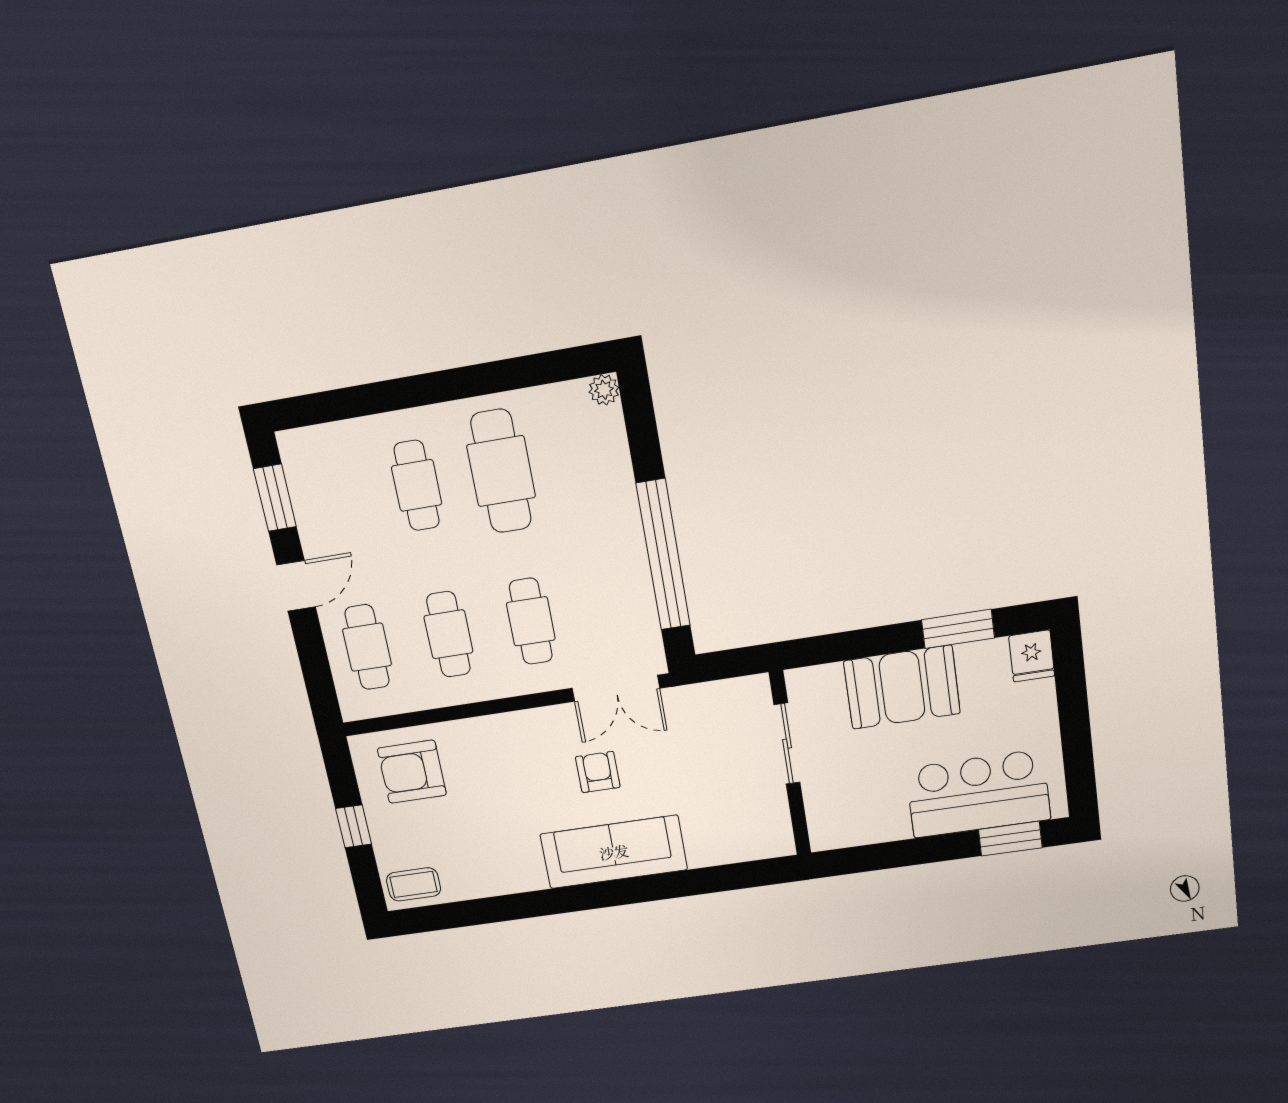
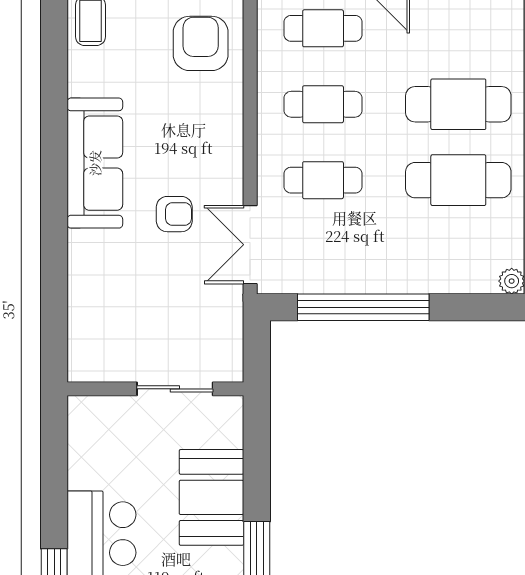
cafe table: (417, 485) -> (458, 104), width x1.37, depth x1.35
sofa: (614, 852) -> (95, 163), moved

